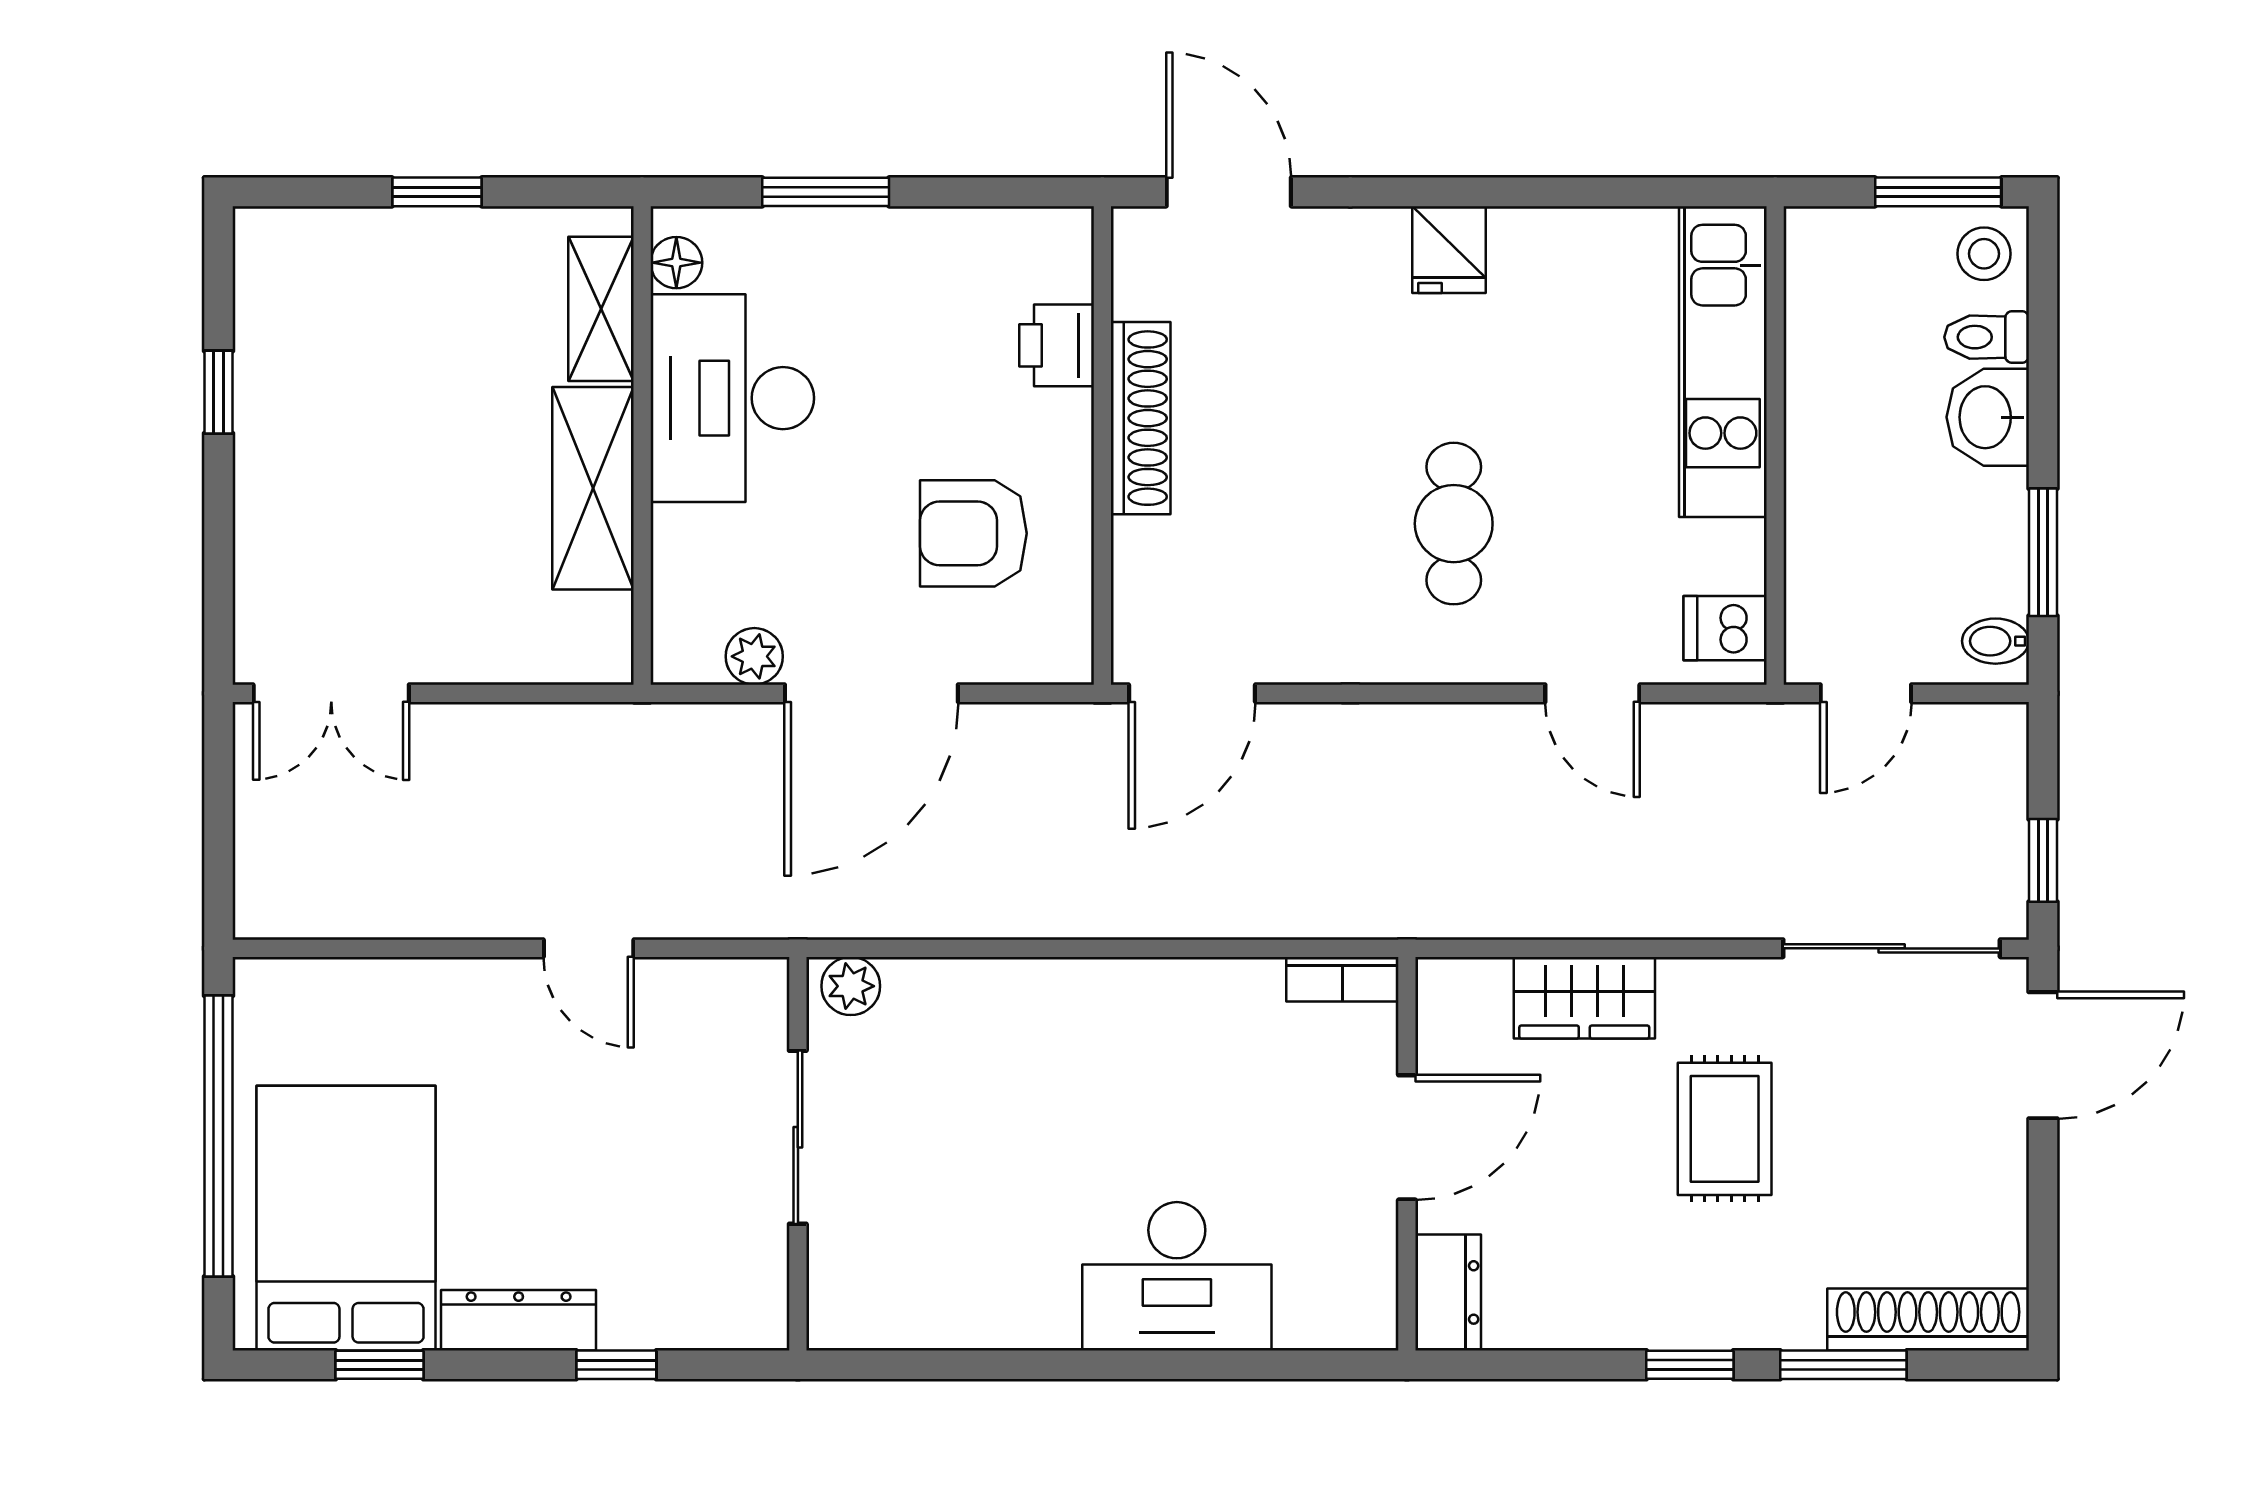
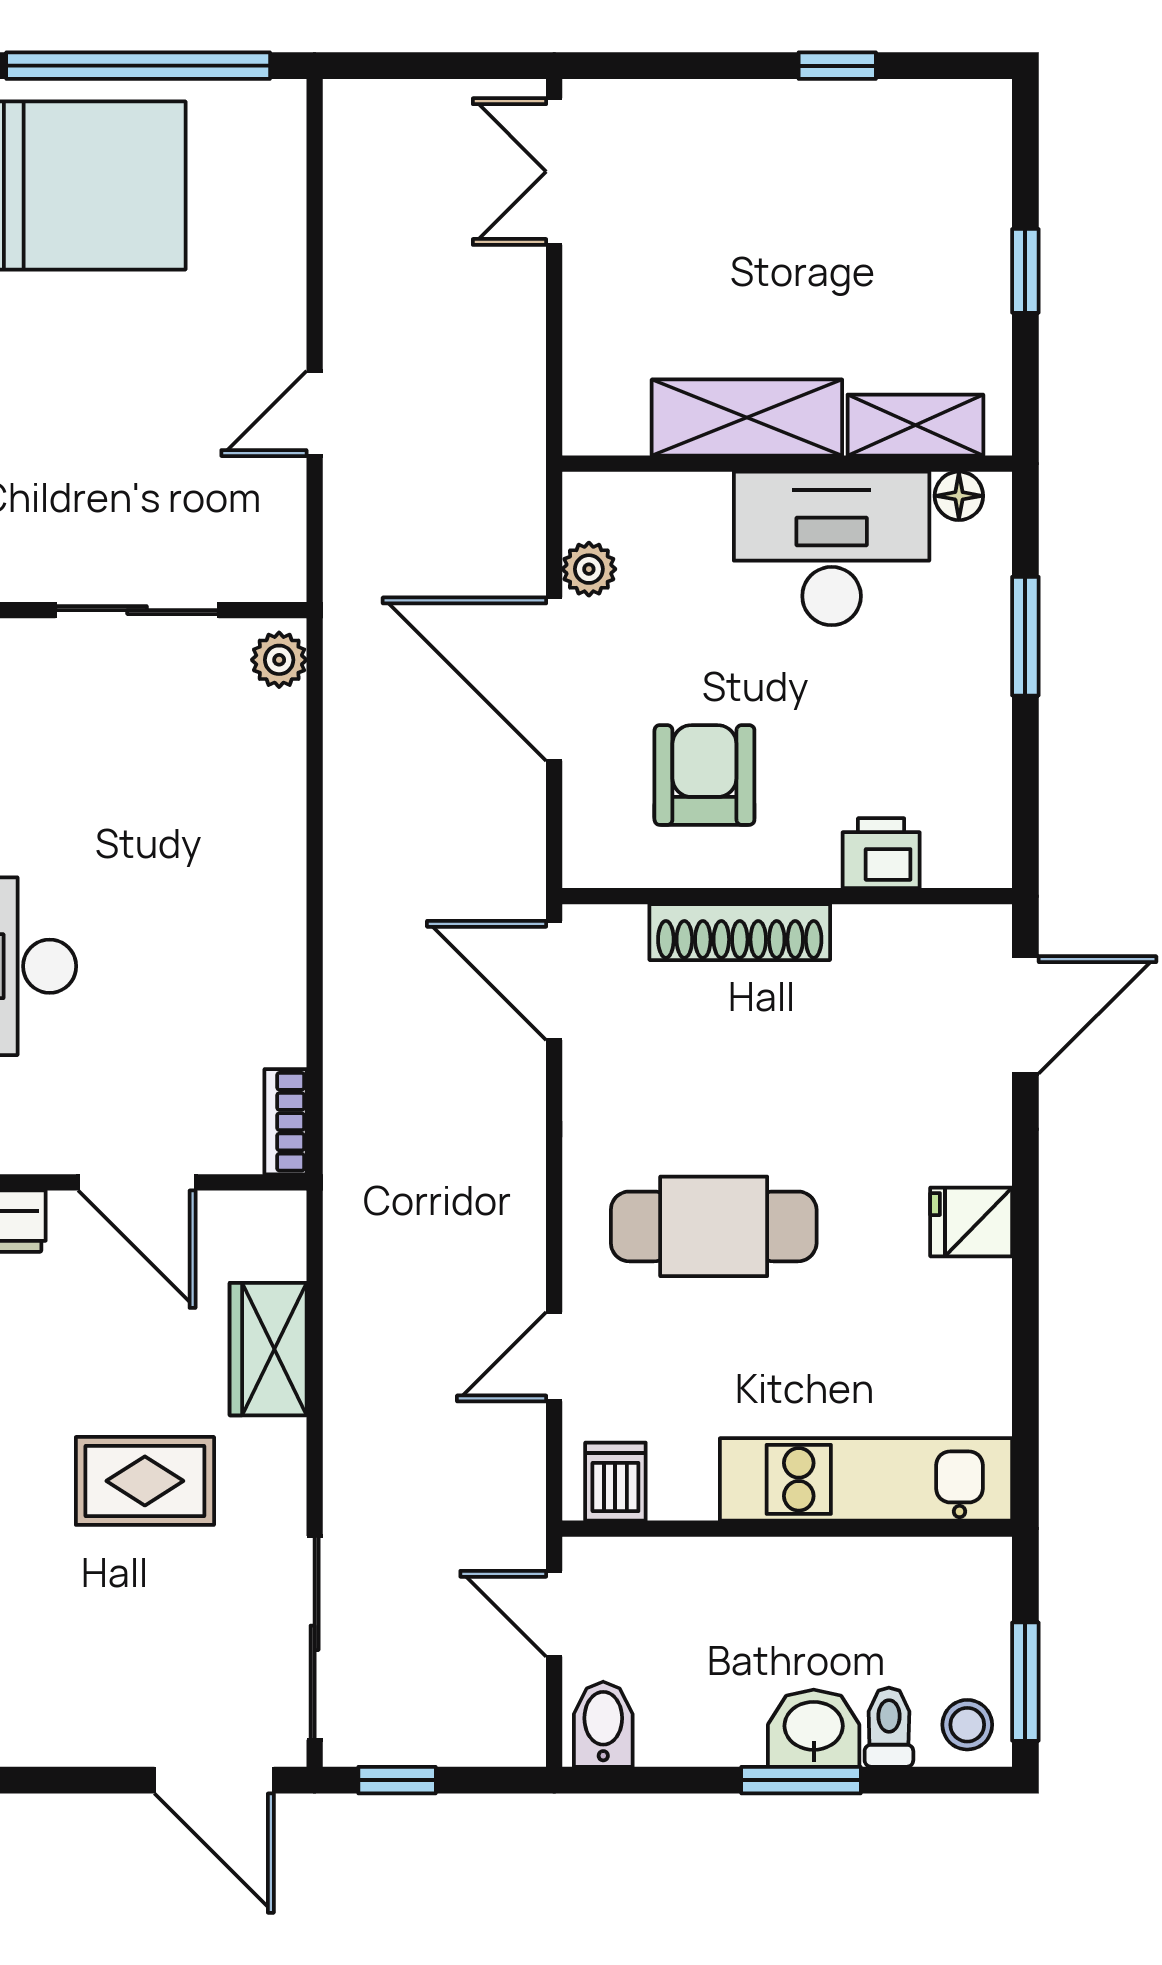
shoe rack: (1141, 418) -> (740, 932), moved
cafe table: (1454, 524) -> (714, 1226), width x1.37, depth x1.35
window: (2043, 552) -> (801, 1780), moved
bidet: (1995, 641) -> (603, 1724), width x1.38, depth x1.36

